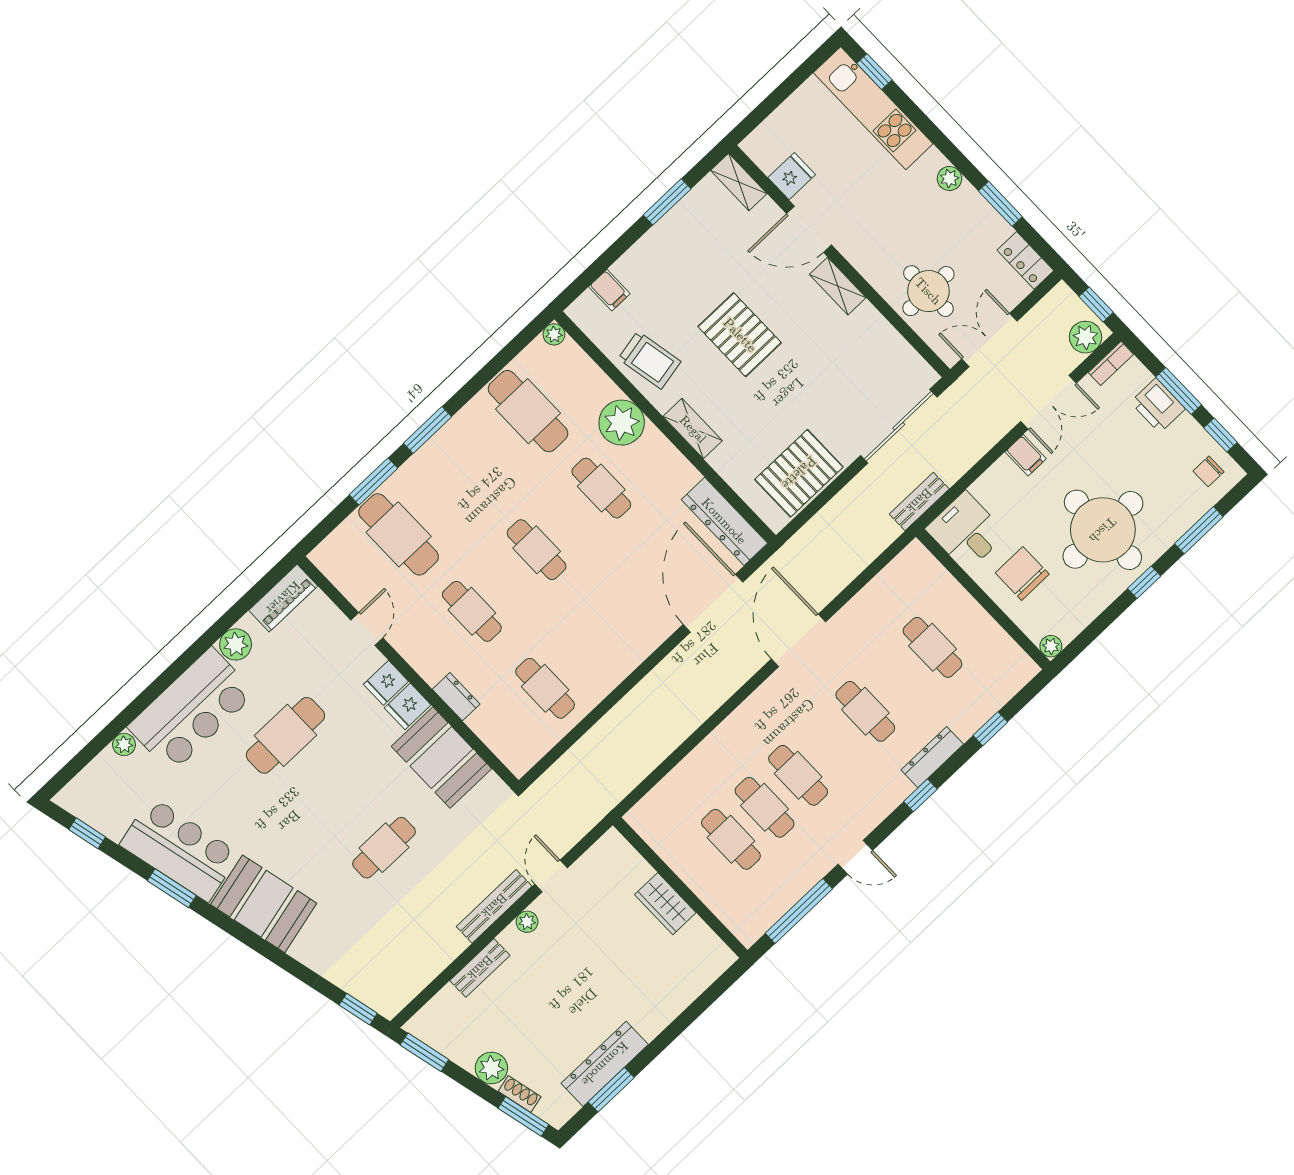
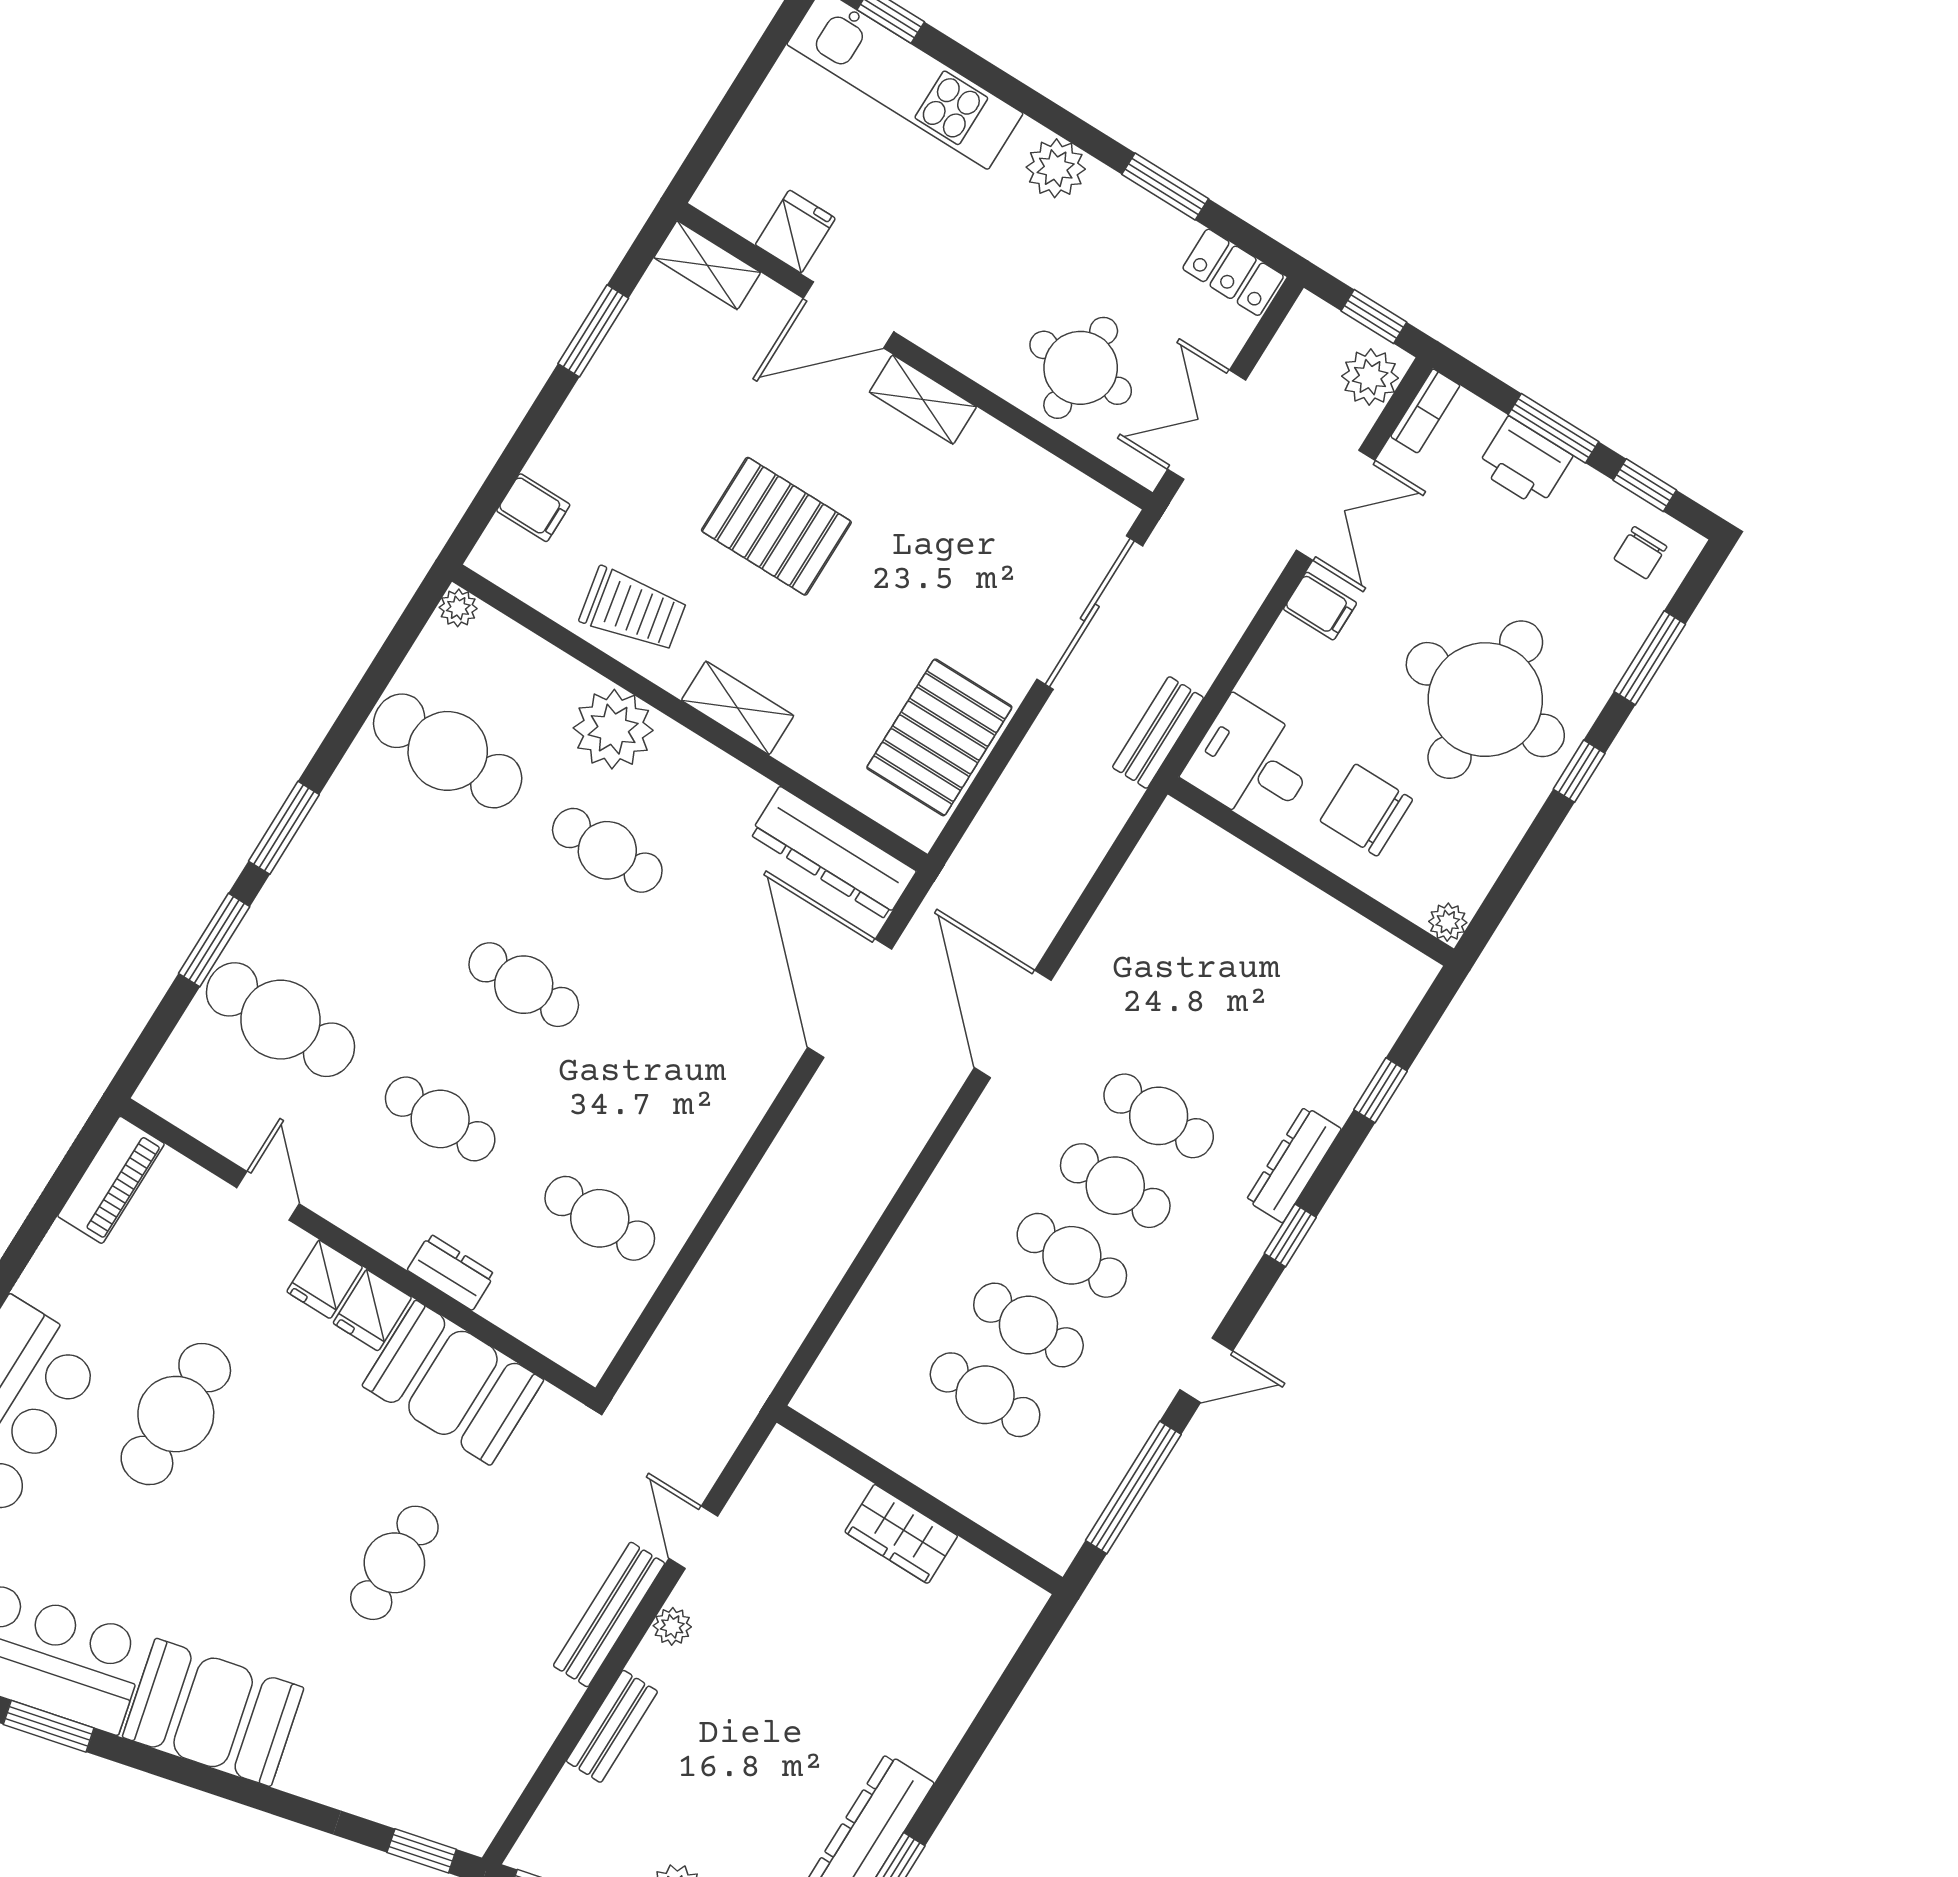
plant: (950, 178) -> (1056, 168), width x1.38, depth x1.38
plant: (236, 644) -> (50, 1280), removed
cafe table: (932, 647) -> (1115, 1186), moved

